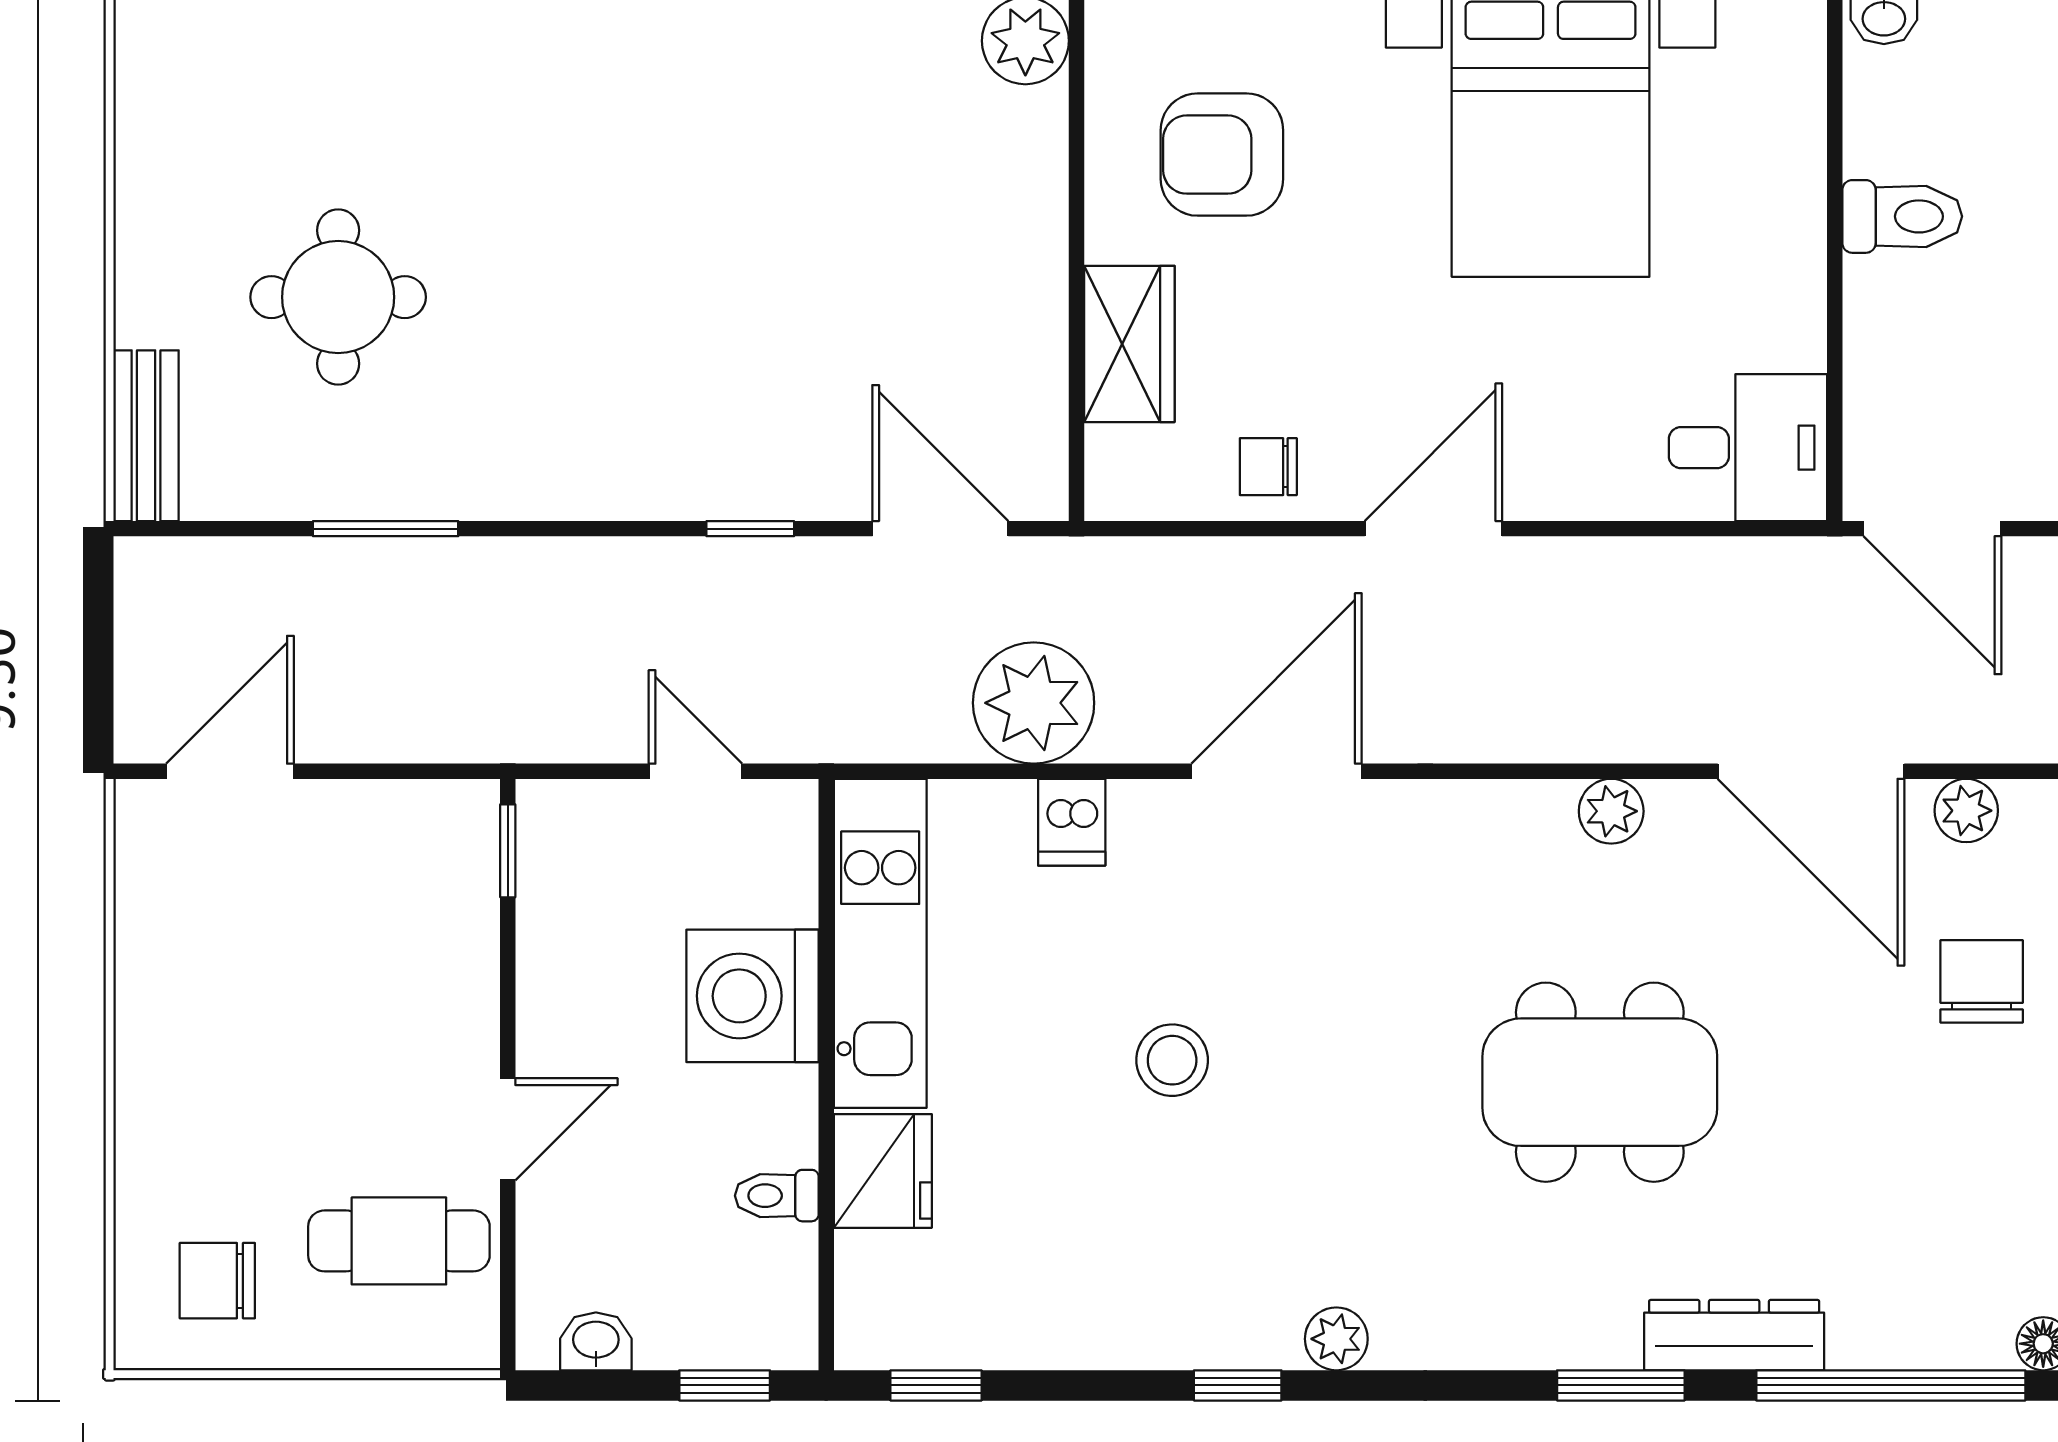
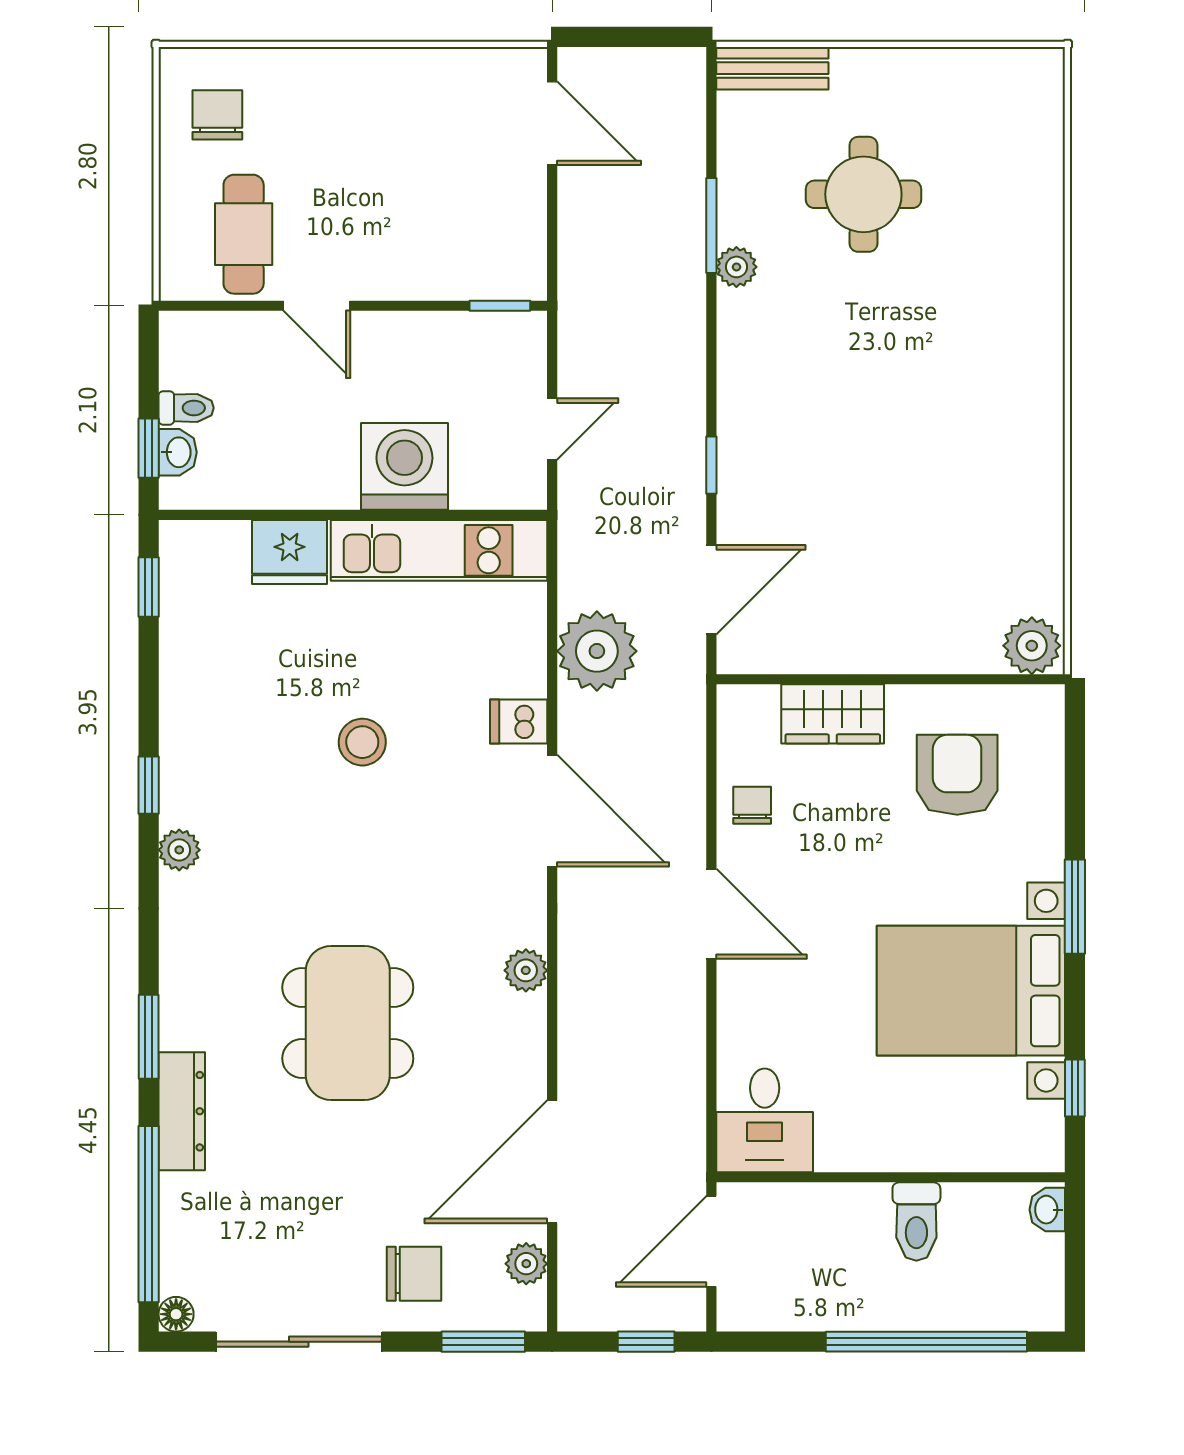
plant: (449, 490) -> (736, 267), added
plant: (1611, 811) -> (526, 970), moved
dishwasher: (1072, 822) -> (519, 721), moved
toilet: (777, 1196) -> (186, 408), moved, turned 90
washbasin: (596, 1341) -> (178, 452), moved

